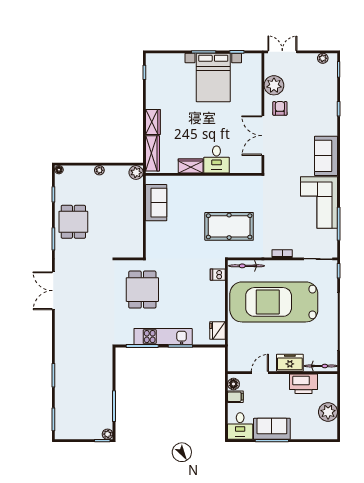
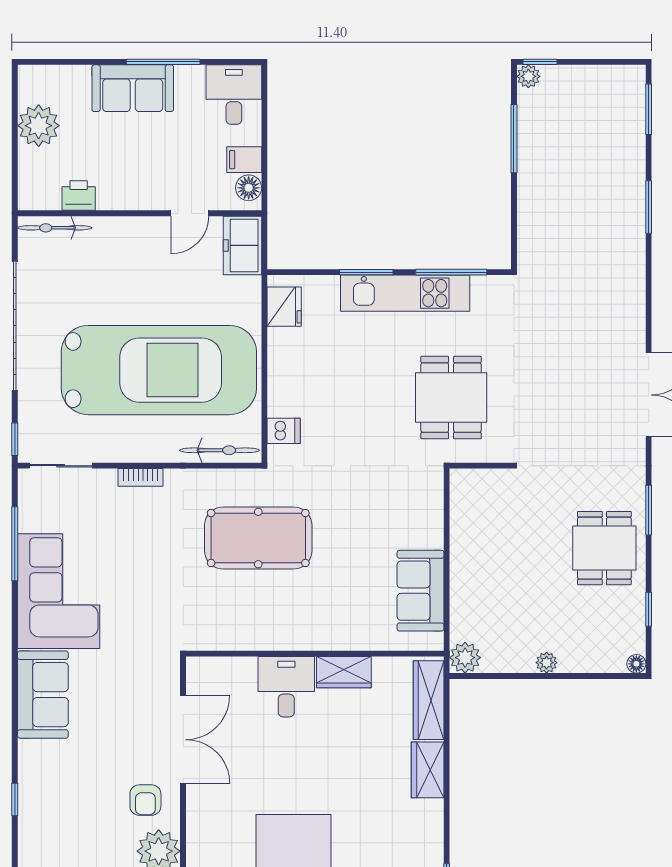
freezer: (290, 363) -> (243, 245), moved, turned 90
printer: (304, 384) -> (79, 196), width x0.53, depth x0.68
sofa: (272, 429) -> (133, 88), moved

